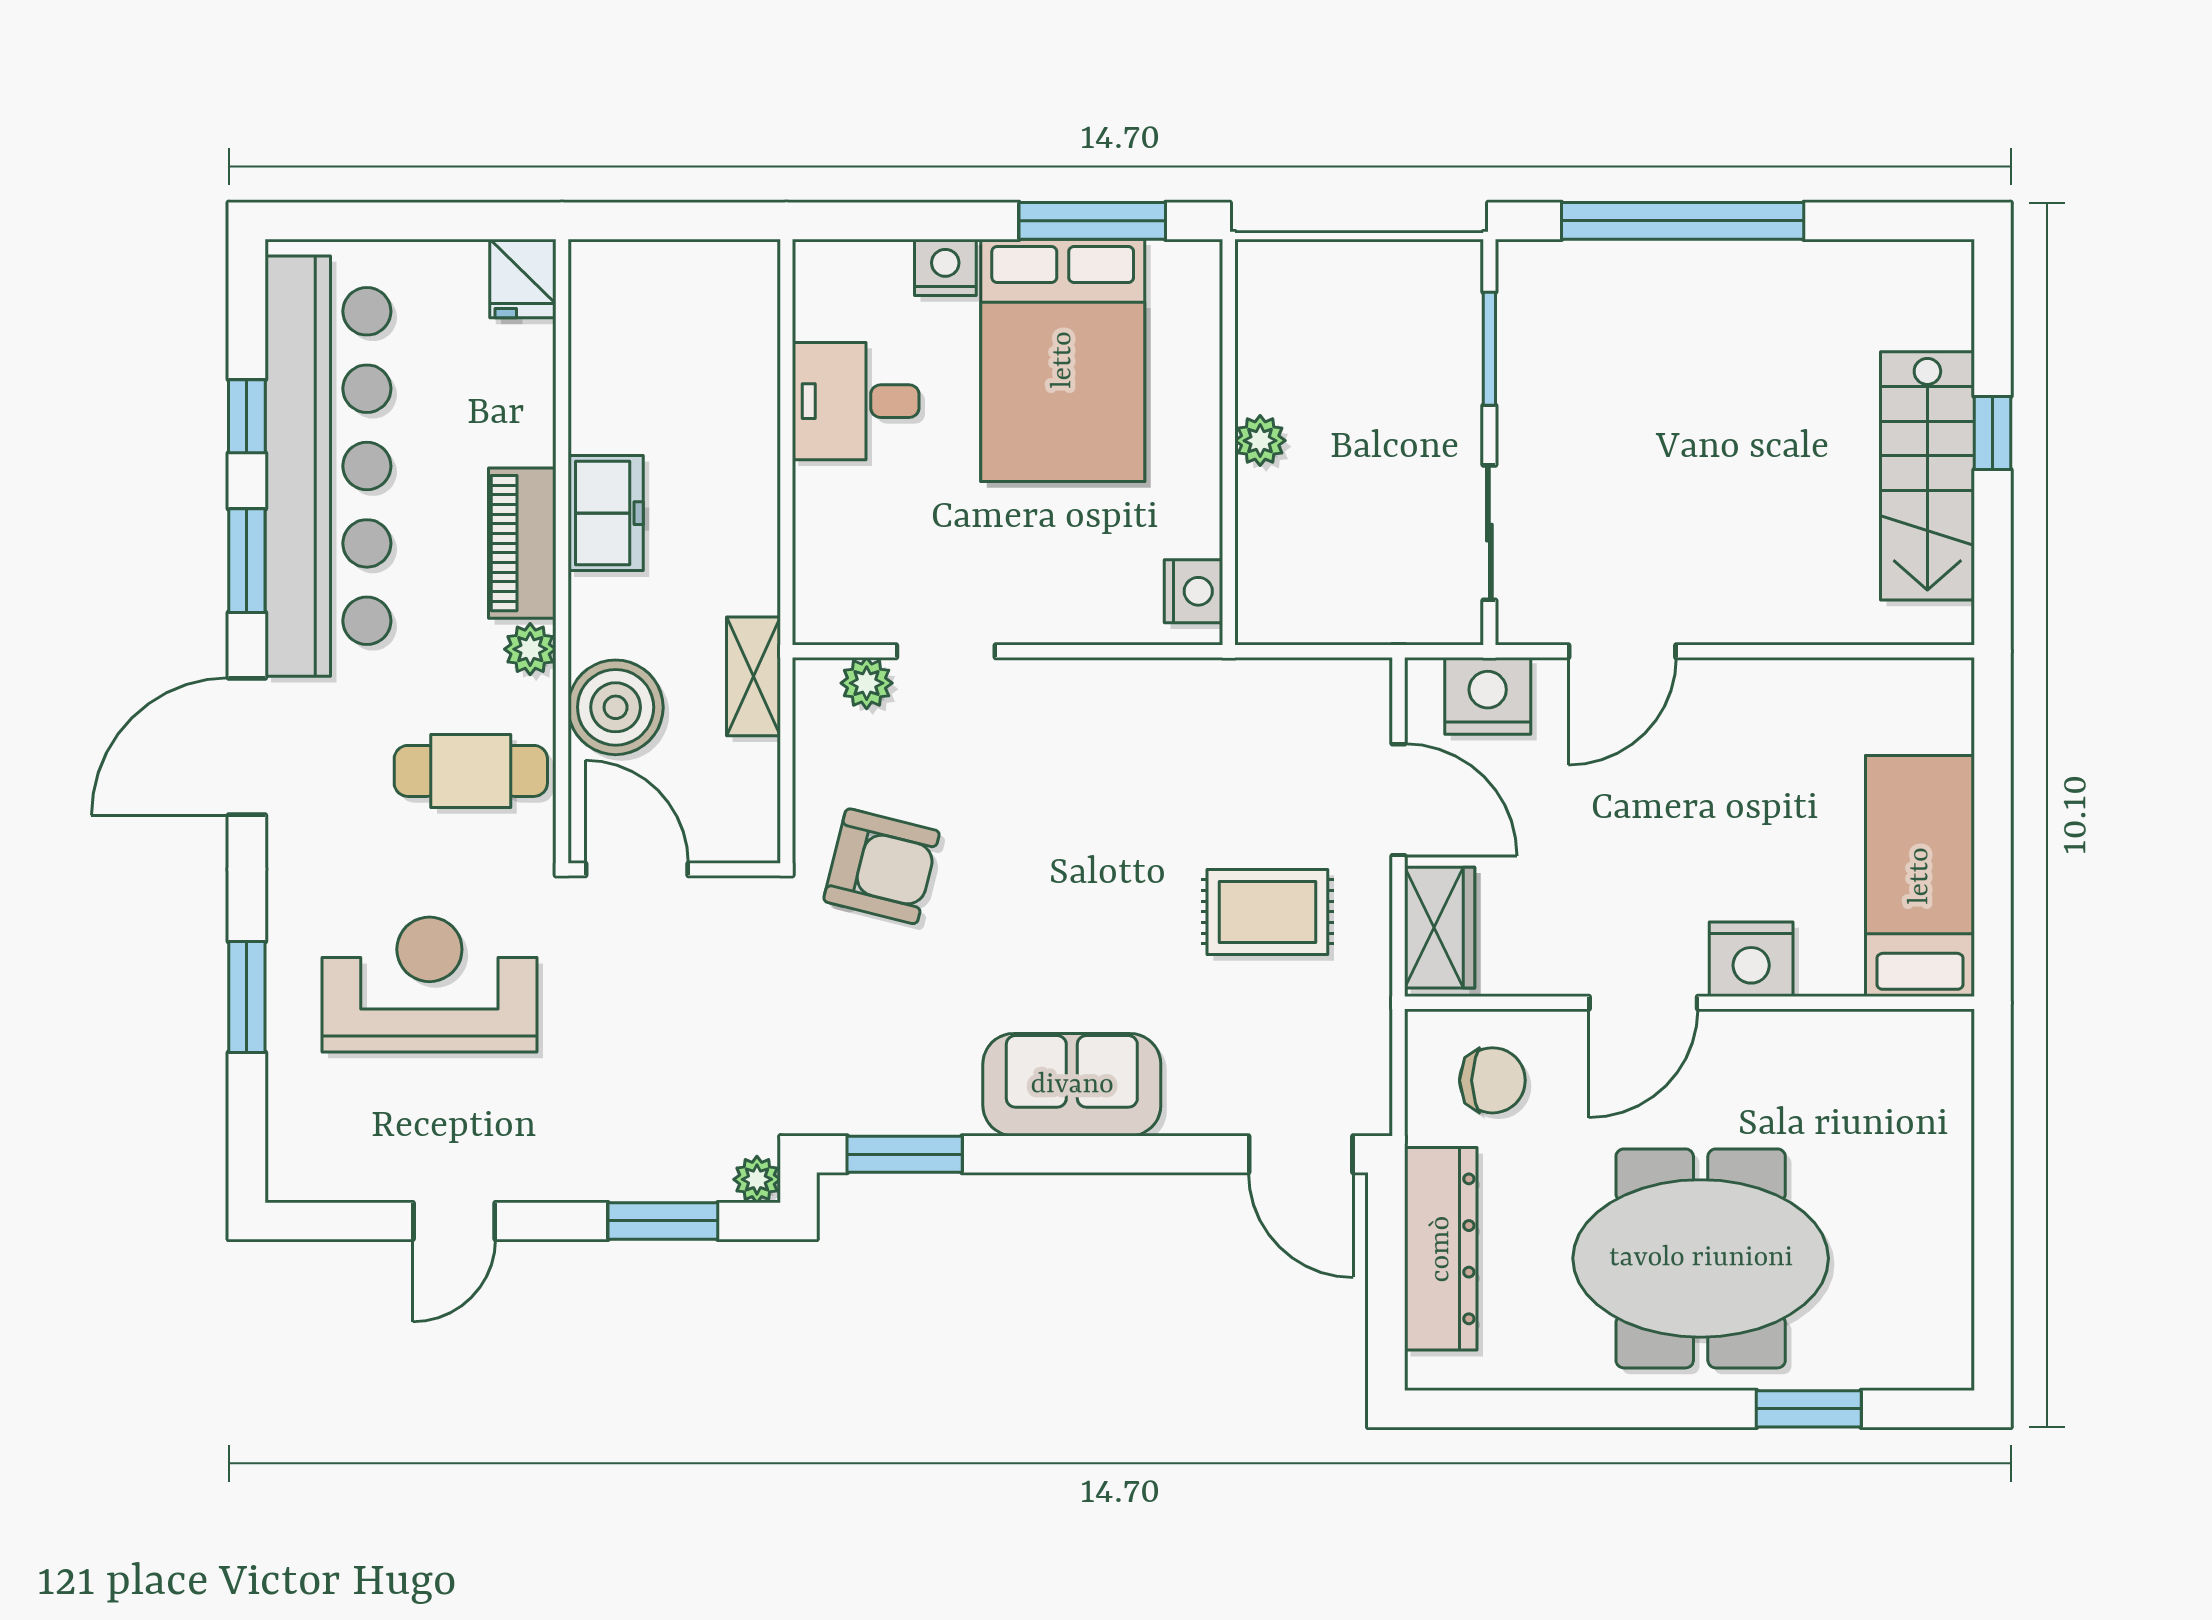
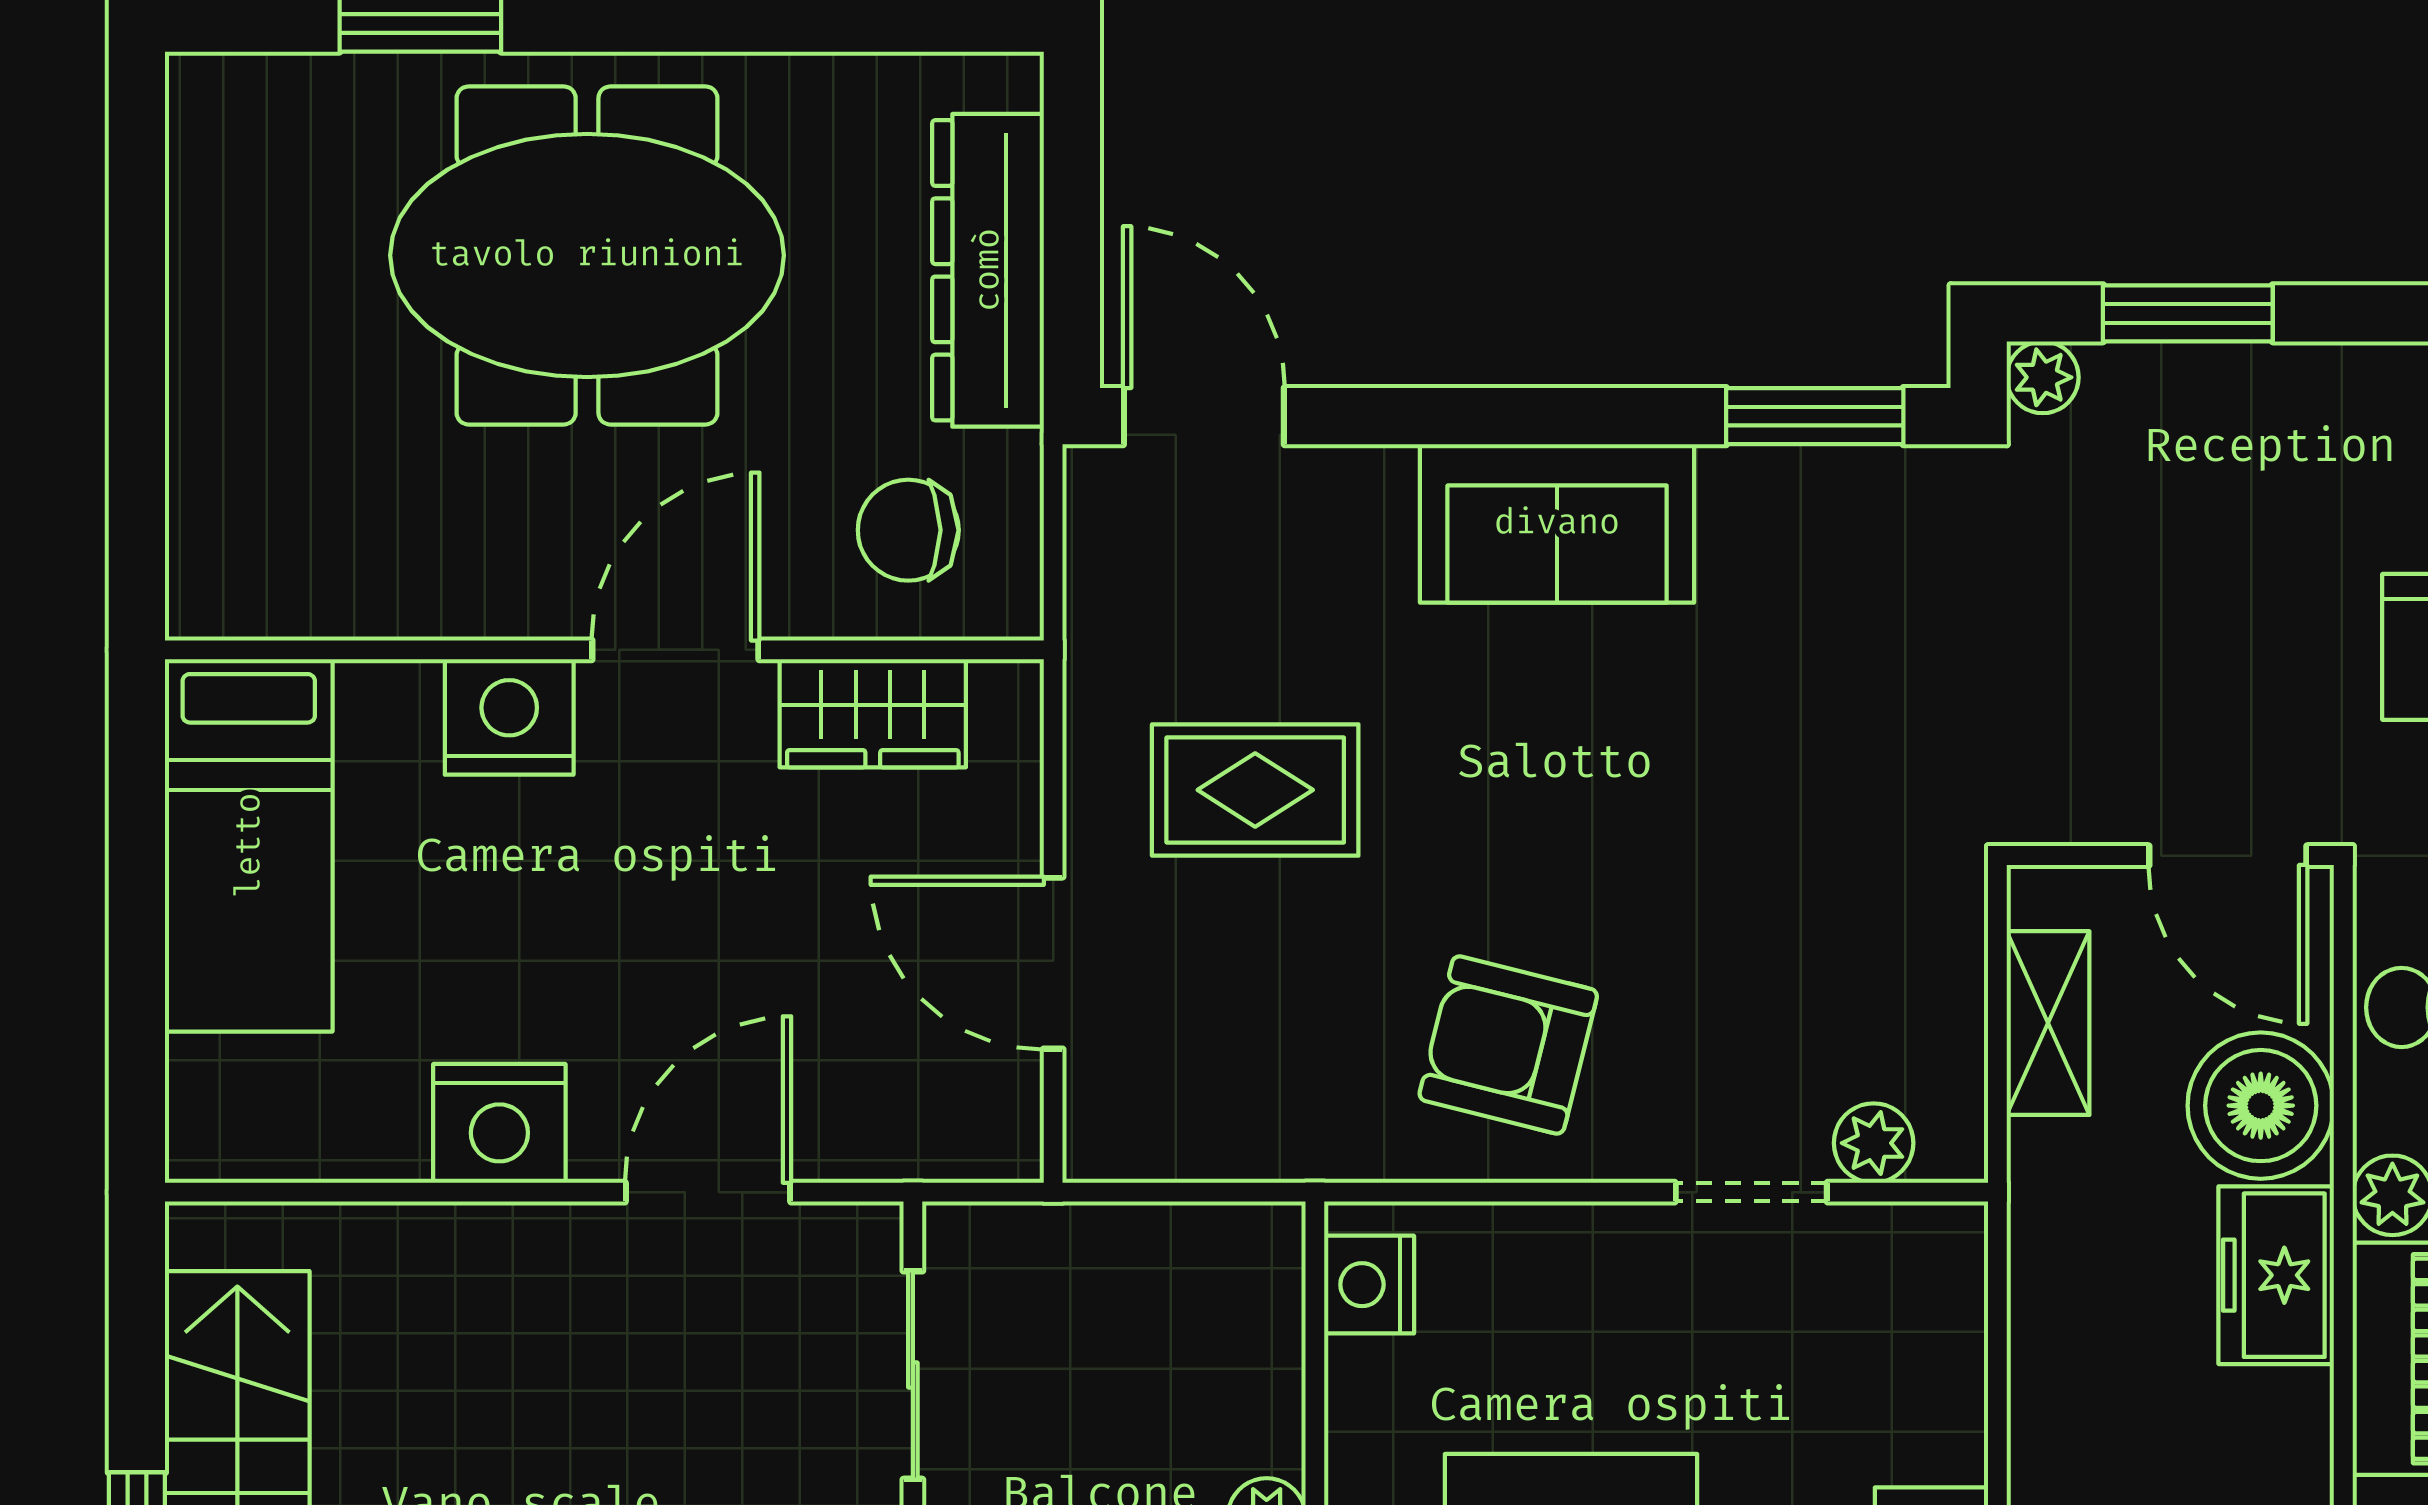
freezer: (606, 513) -> (2276, 1275), moved
shelving: (753, 676) -> (2048, 1023), moved
nightstand: (1488, 696) -> (499, 1123), moved
armchair: (881, 866) -> (1508, 1045), moved
wardrobe: (1440, 928) -> (873, 713), moved, turned -90

